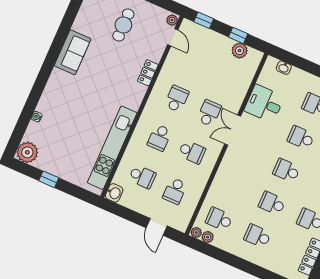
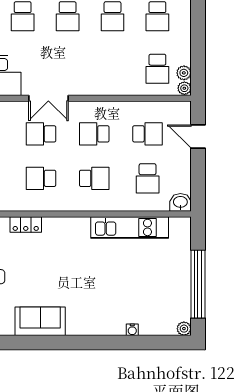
kitchen unit: (112, 148) -> (130, 227), width x0.73
plant: (27, 152) -> (184, 329), width x0.53, depth x0.53
school desk: (192, 152) -> (94, 134), turned -90
school desk: (142, 177) -> (148, 178), turned 180
window: (49, 179) -> (198, 284), width x3.17
door: (157, 227) -> (198, 136), swing flipped

